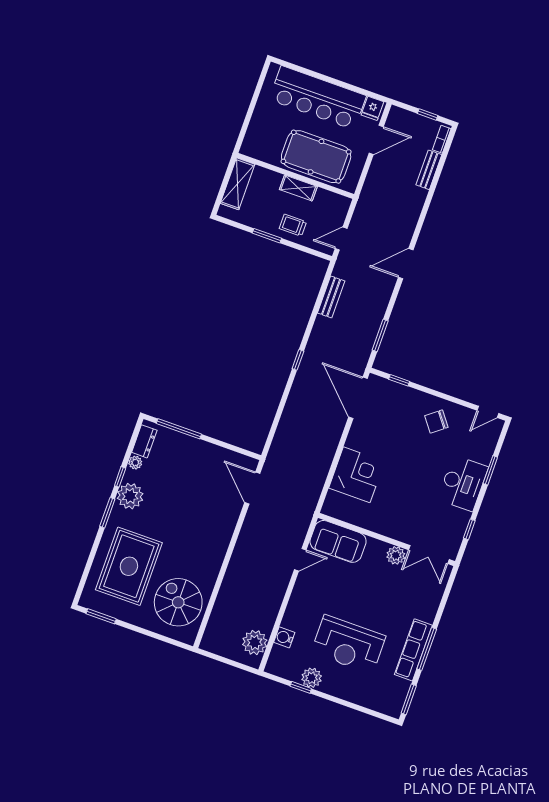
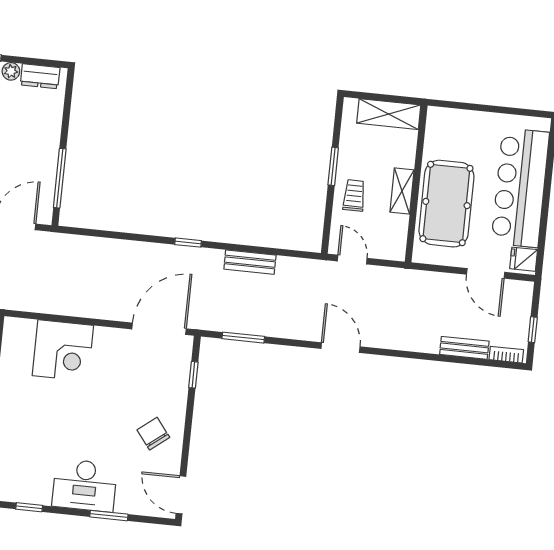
bench: (331, 297) -> (250, 262), moved
door: (488, 412) -> (181, 495), width x1.38
window: (179, 429) -> (60, 178), moved

